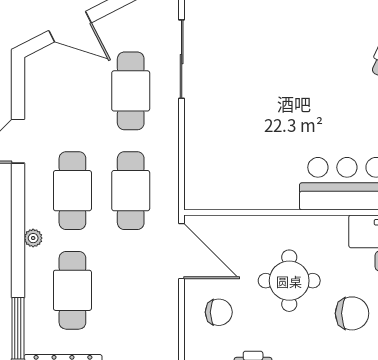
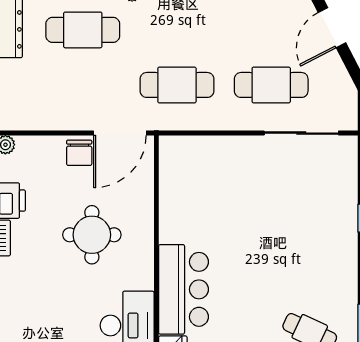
cafe table: (72, 191) -> (177, 30), removed
chair: (219, 312) -> (79, 153), moved
chair: (352, 313) -> (61, 294), removed

